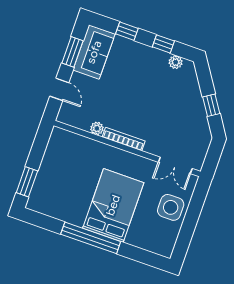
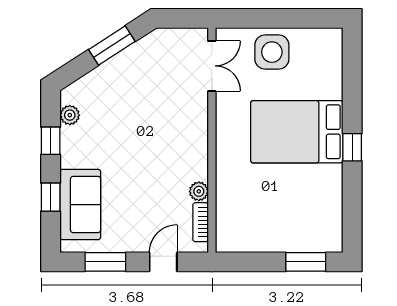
sofa: (94, 52) -> (80, 205), moved, turned 90
window: (211, 105) -> (112, 45), width x1.50
bookcase: (124, 139) -> (201, 222), moved, width x0.64
window: (91, 238) -> (352, 147), width x0.32

